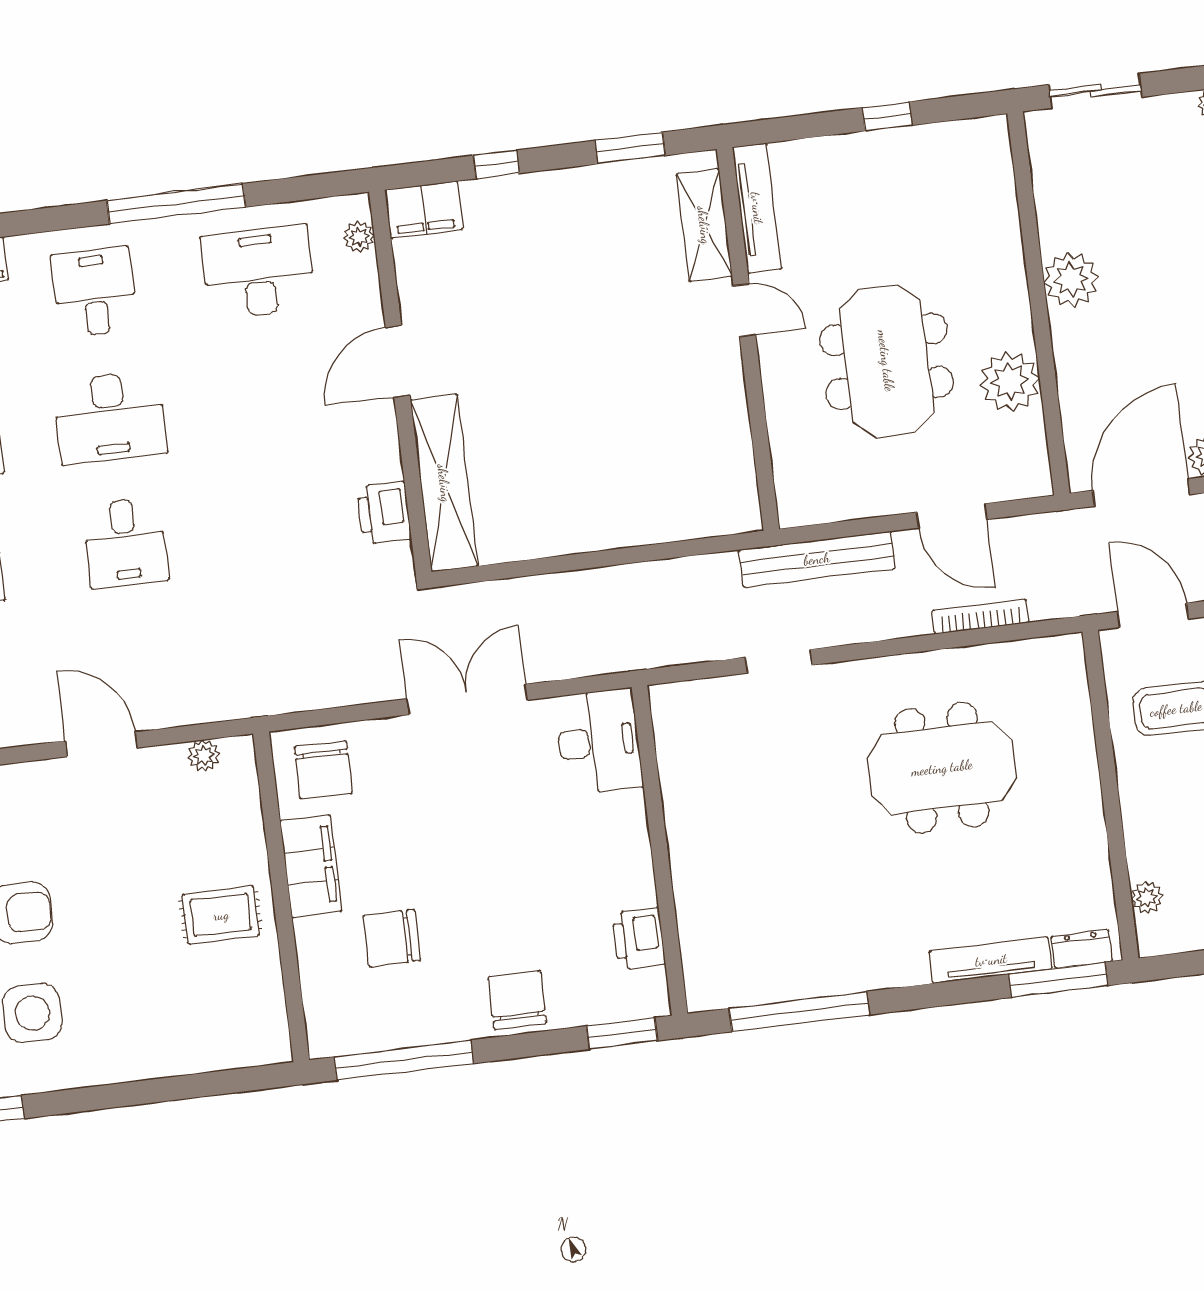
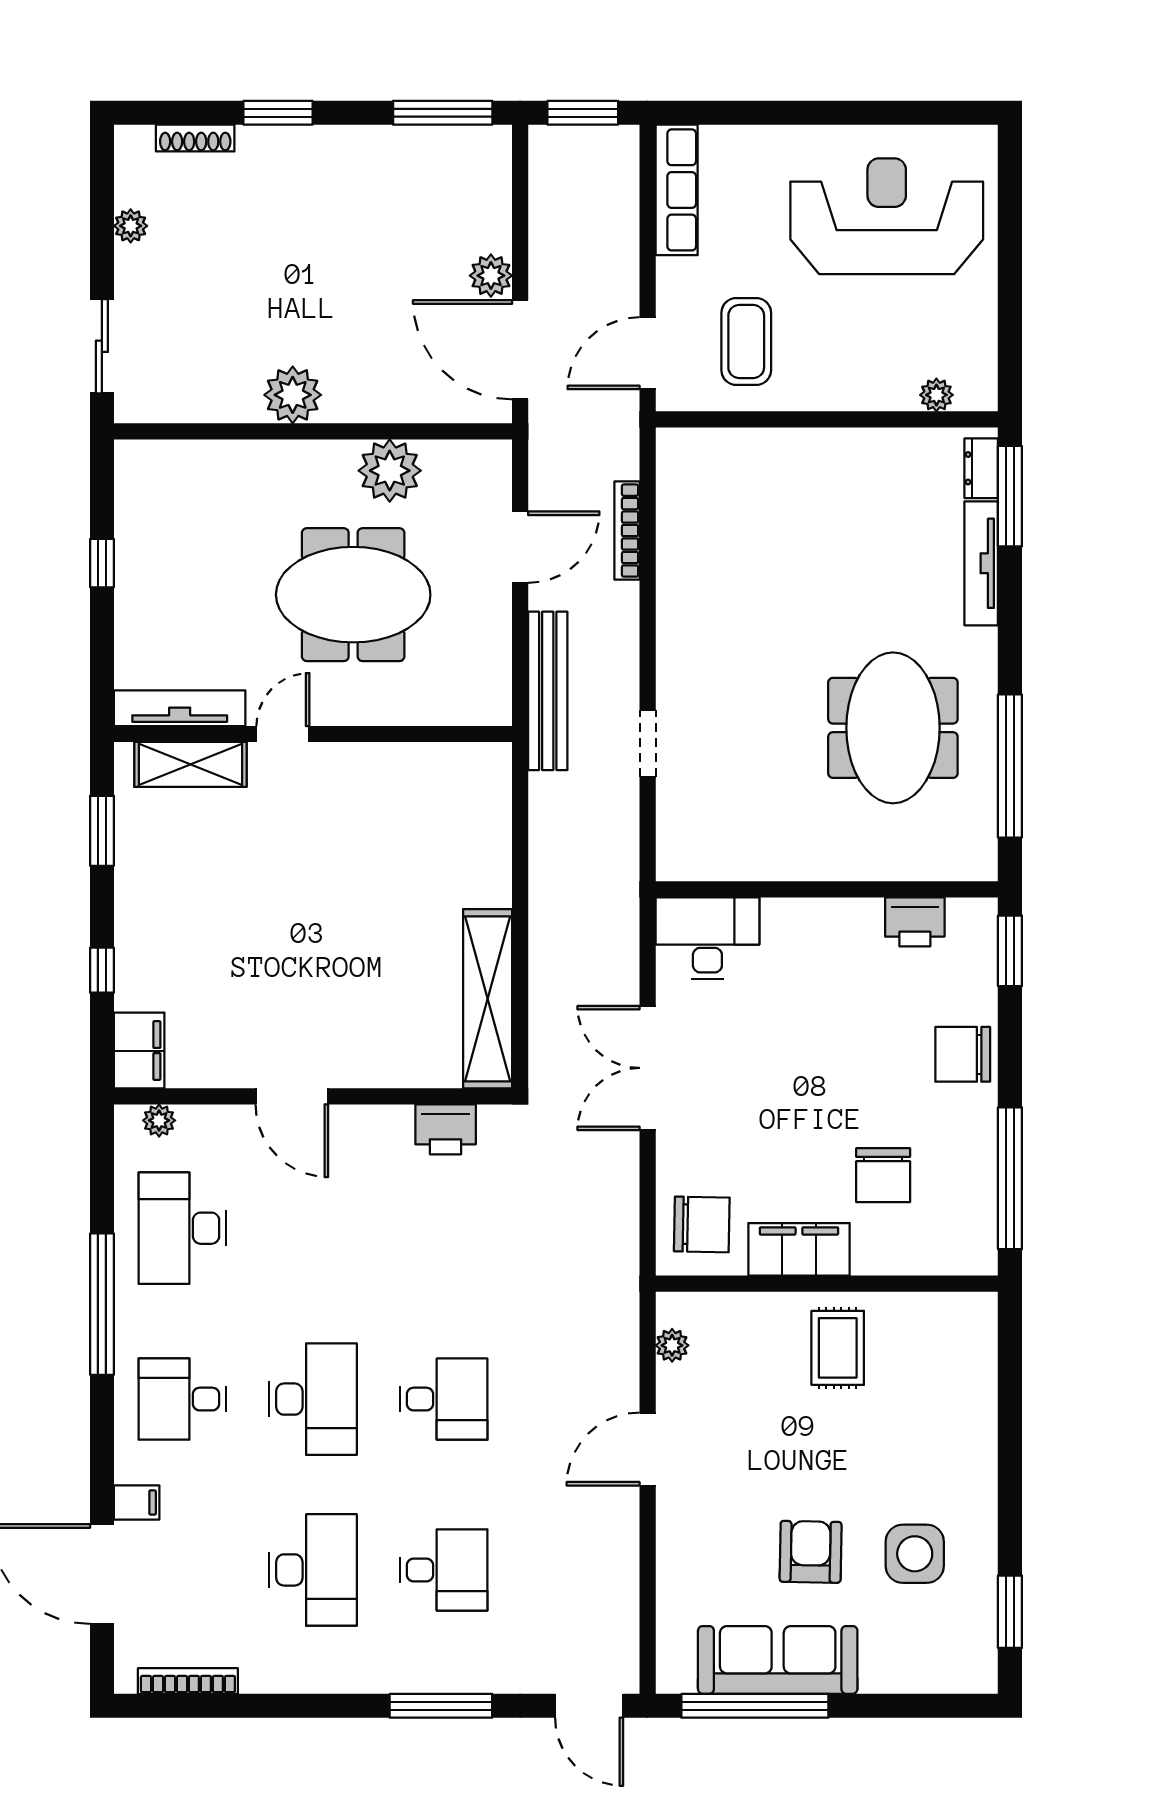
shelving: (444, 483) -> (488, 999), moved, turned 90
meeting table: (942, 768) -> (893, 728), moved

